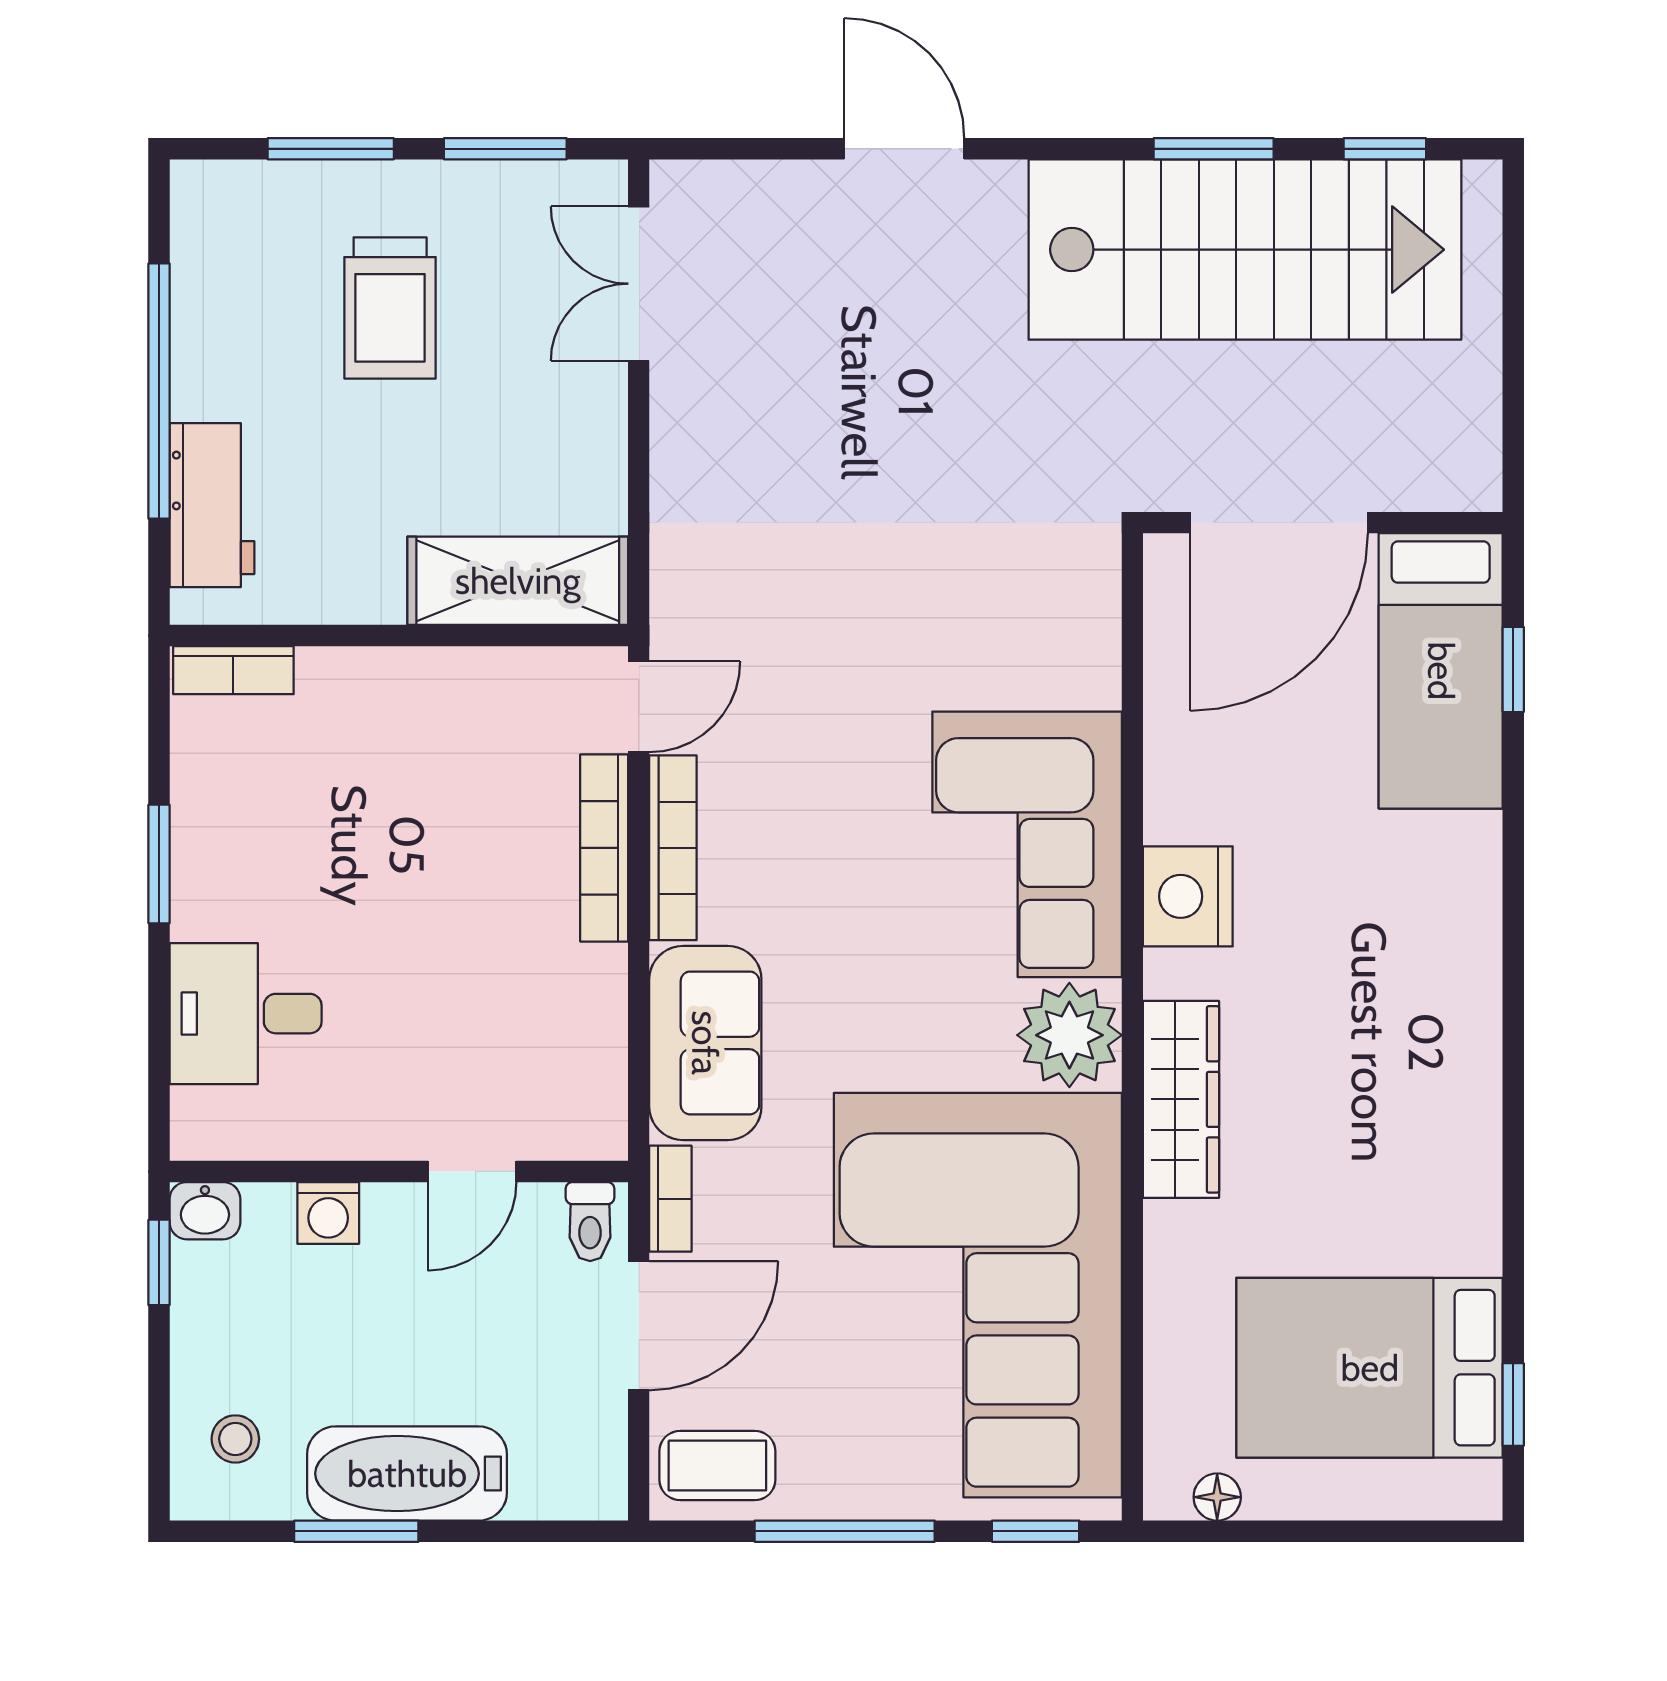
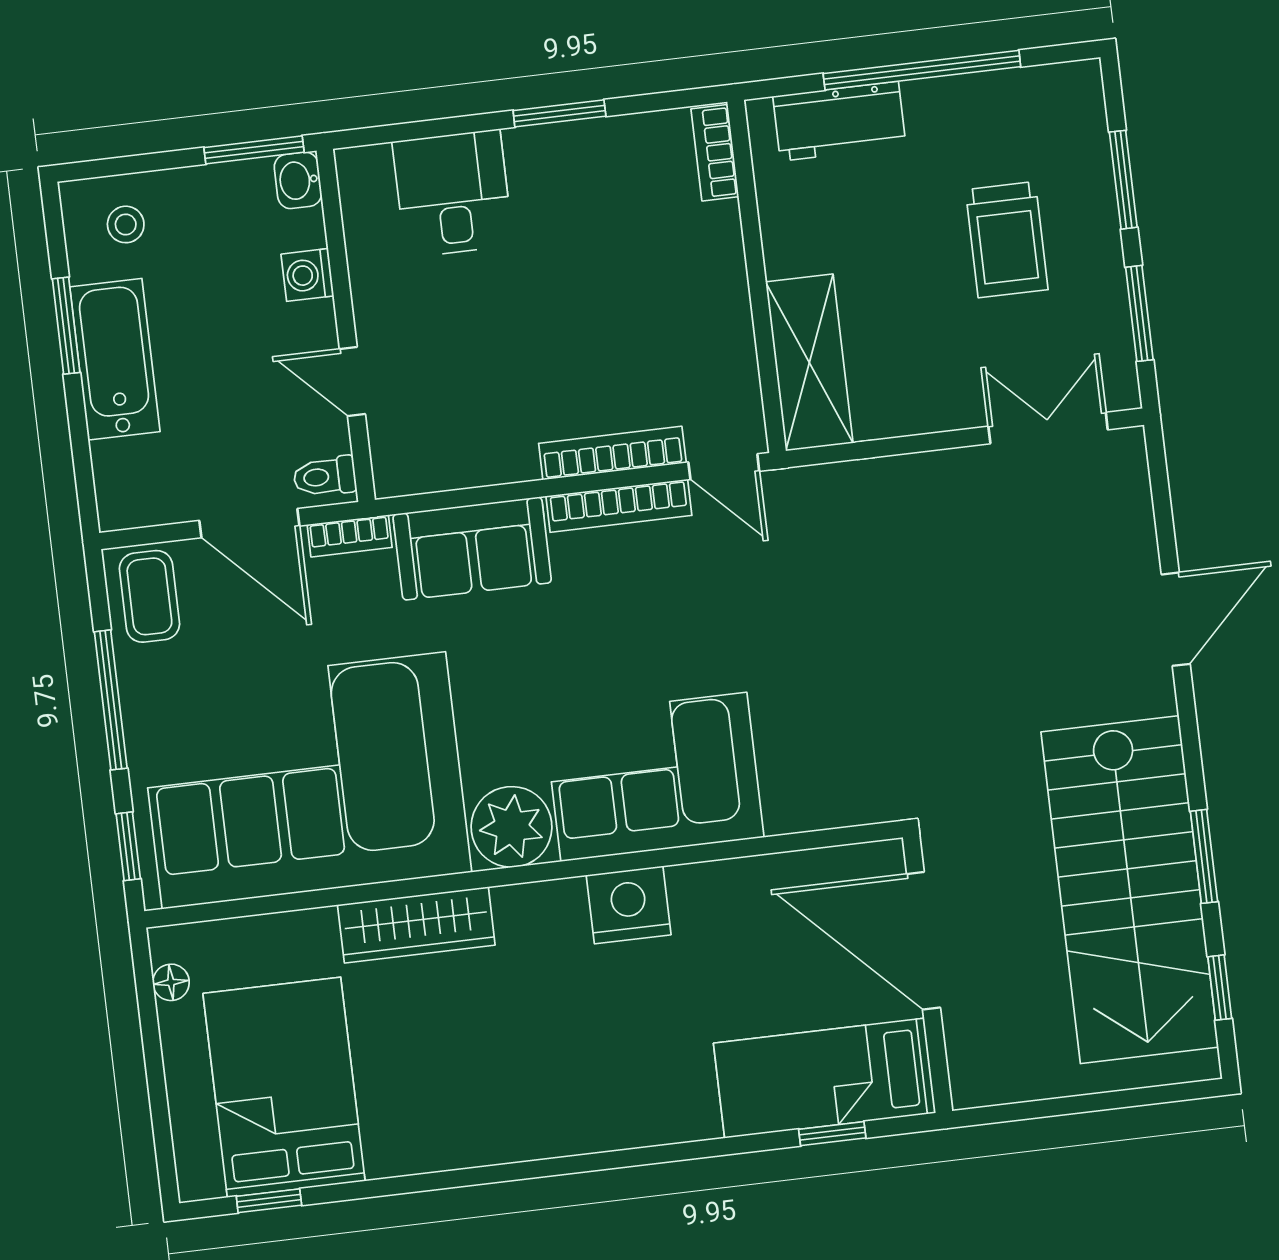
trolley: (390, 308) -> (1007, 240), turned -90
wardrobe: (1181, 1099) -> (416, 925), moved
window: (159, 1262) -> (254, 150), width x1.50

